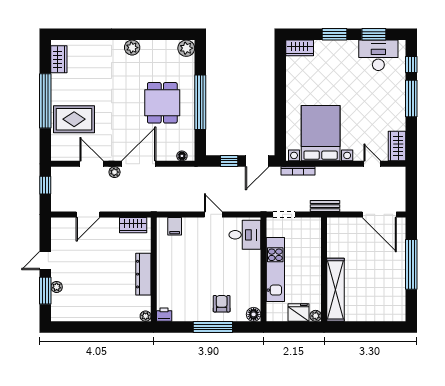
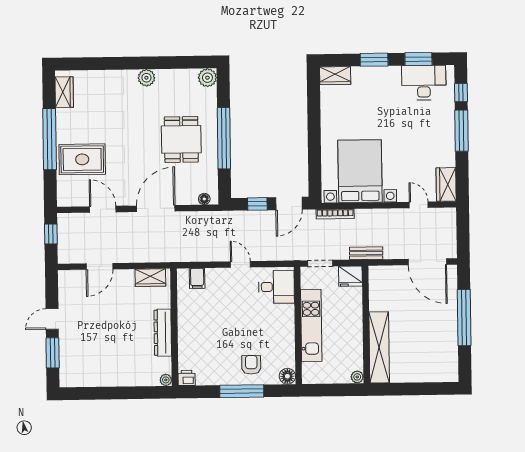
plant: (115, 172) -> (129, 218), removed
plant: (57, 287) -> (65, 348), removed
fridge: (298, 313) -> (350, 276), moved, turned 180

